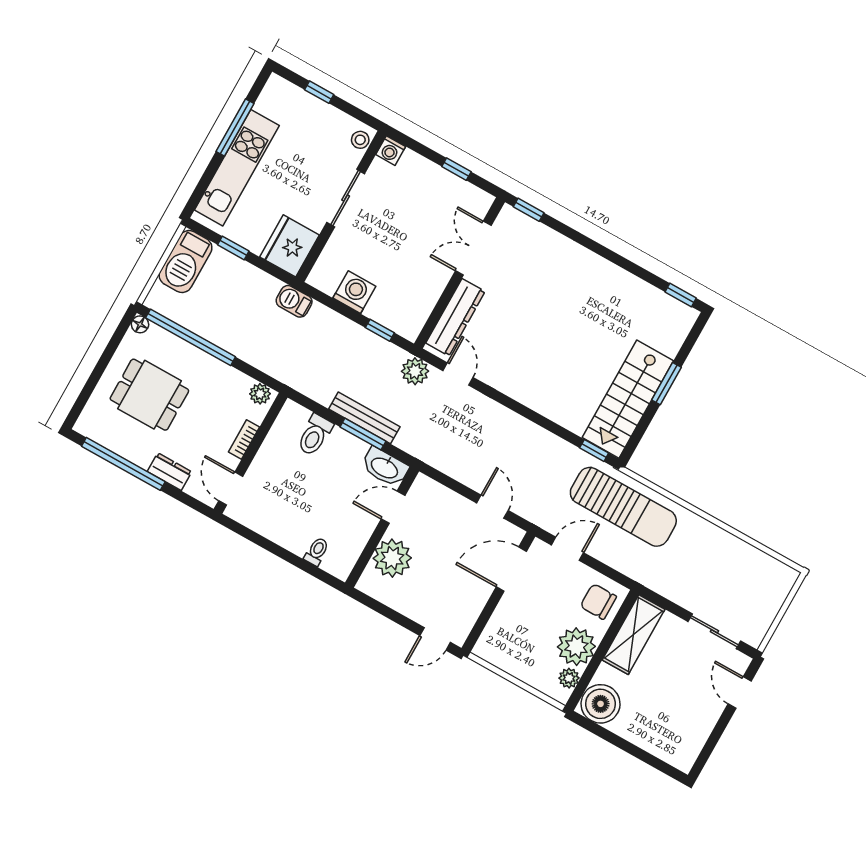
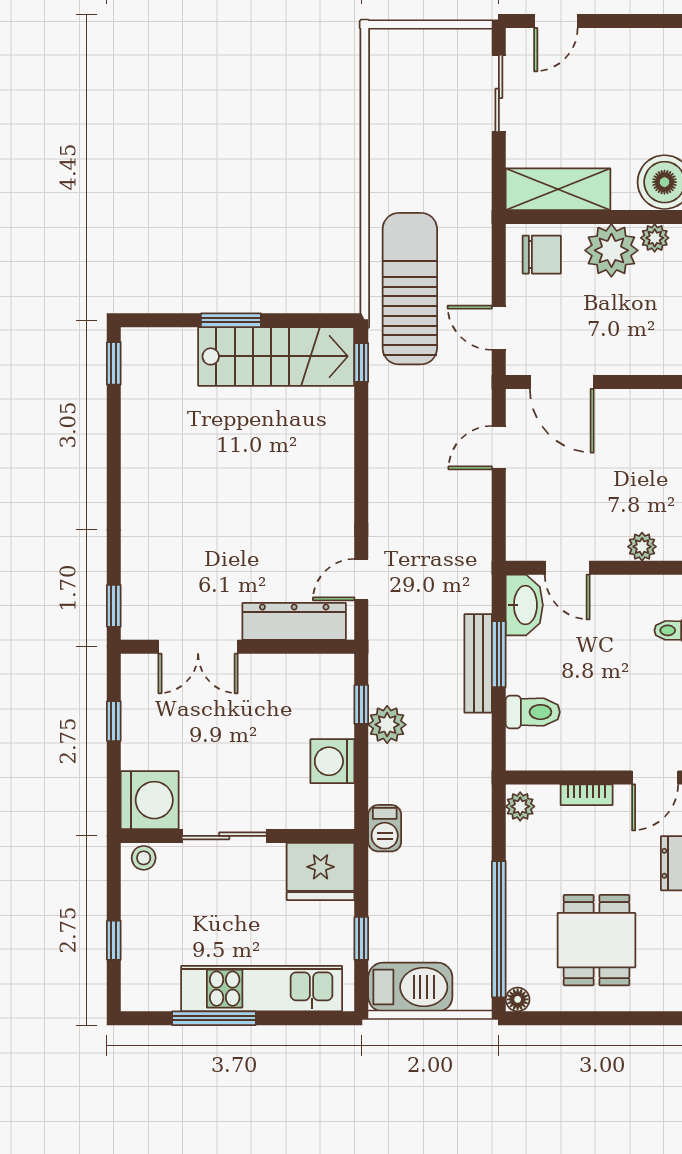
washing machine: (391, 151) -> (150, 800), width x1.89, depth x1.89
plant: (415, 371) -> (387, 725), moved
plant: (392, 558) -> (642, 547), width x0.53, depth x0.53
chair: (598, 601) -> (542, 255), turned -90

